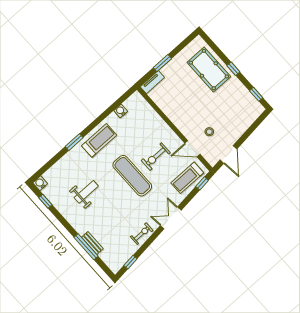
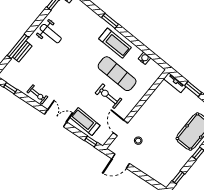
exercise mat: (132, 176) -> (117, 74), moved, turned 90
treadmill: (187, 178) -> (85, 122), moved
weight bench: (86, 192) -> (51, 34), moved

